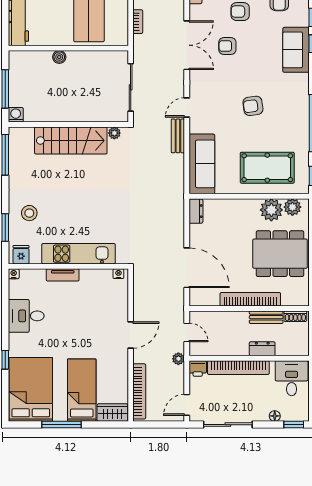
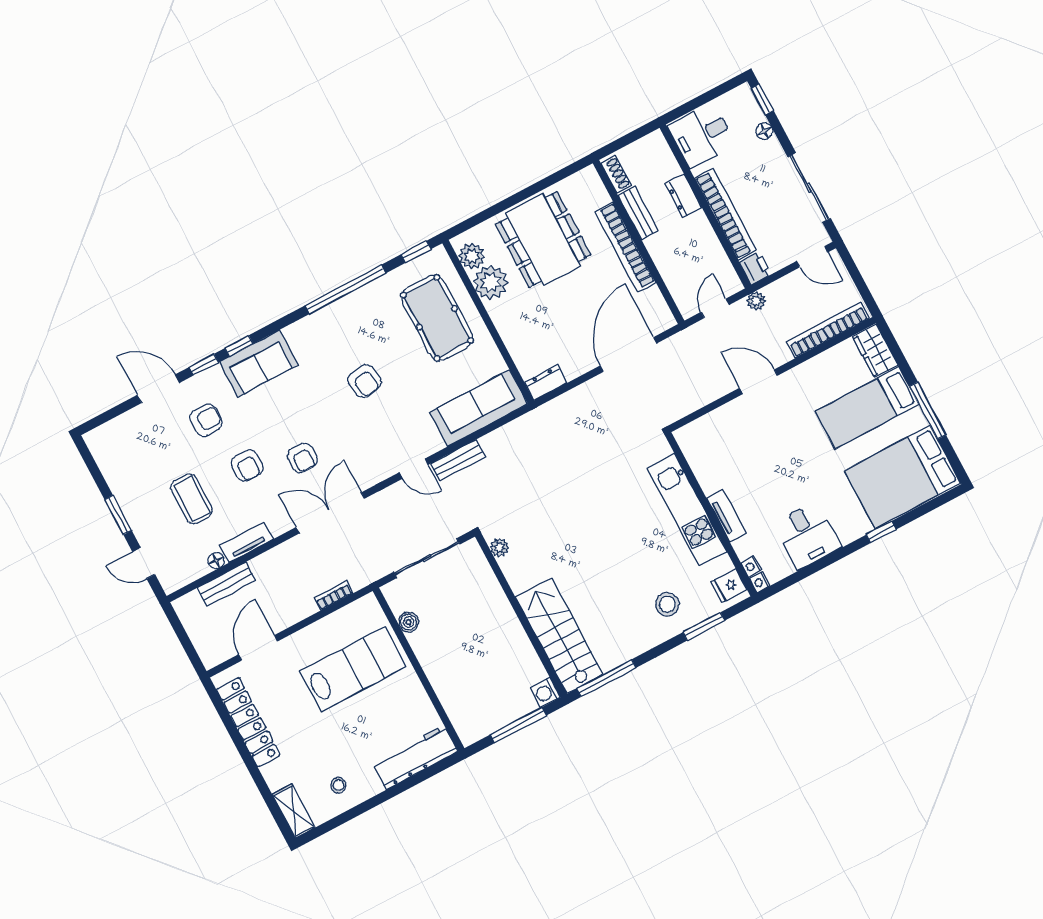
boiler: (59, 57) -> (409, 622), moved
stairs: (71, 141) -> (559, 636), moved
nightstand: (118, 274) -> (751, 566), moved

